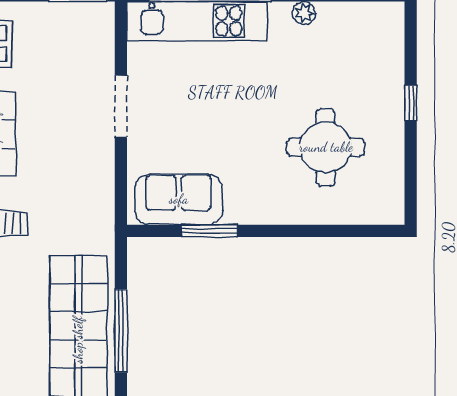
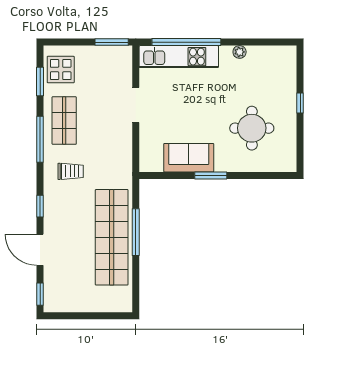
sofa: (179, 199) -> (189, 158), moved
window: (210, 231) -> (211, 175), moved

